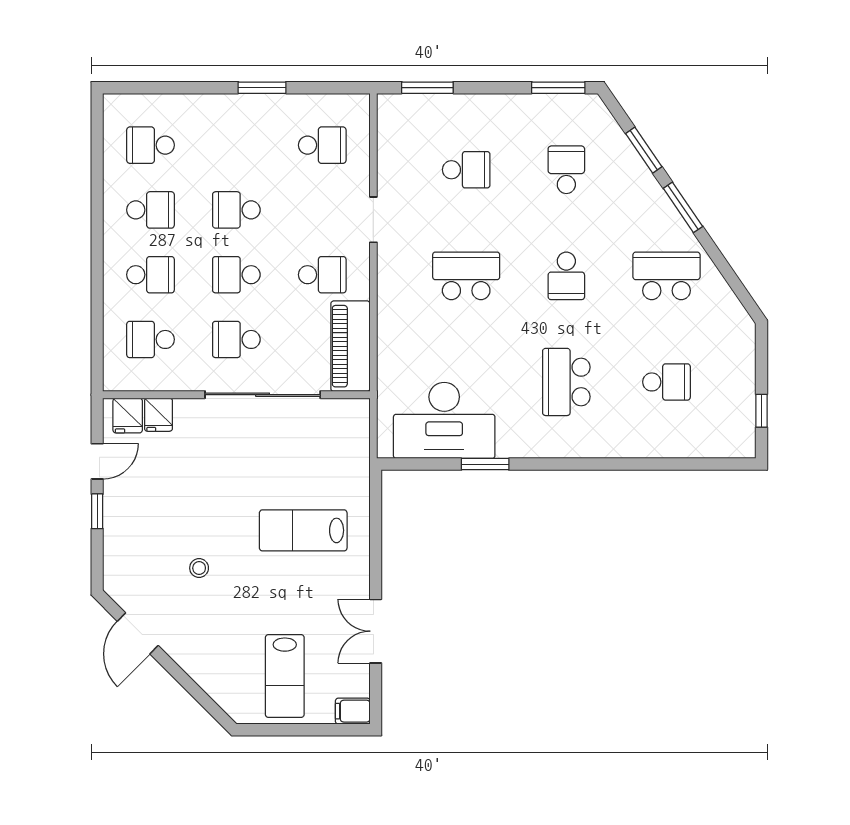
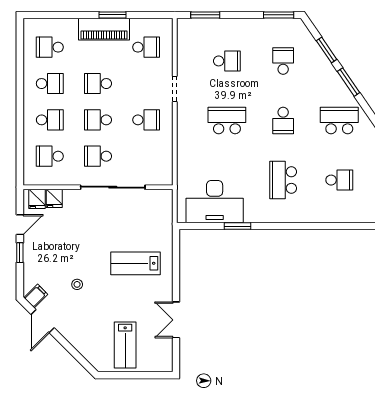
piano: (350, 346) -> (104, 29), moved, turned -90
filing cabinet: (353, 711) -> (36, 296), moved, turned 135

